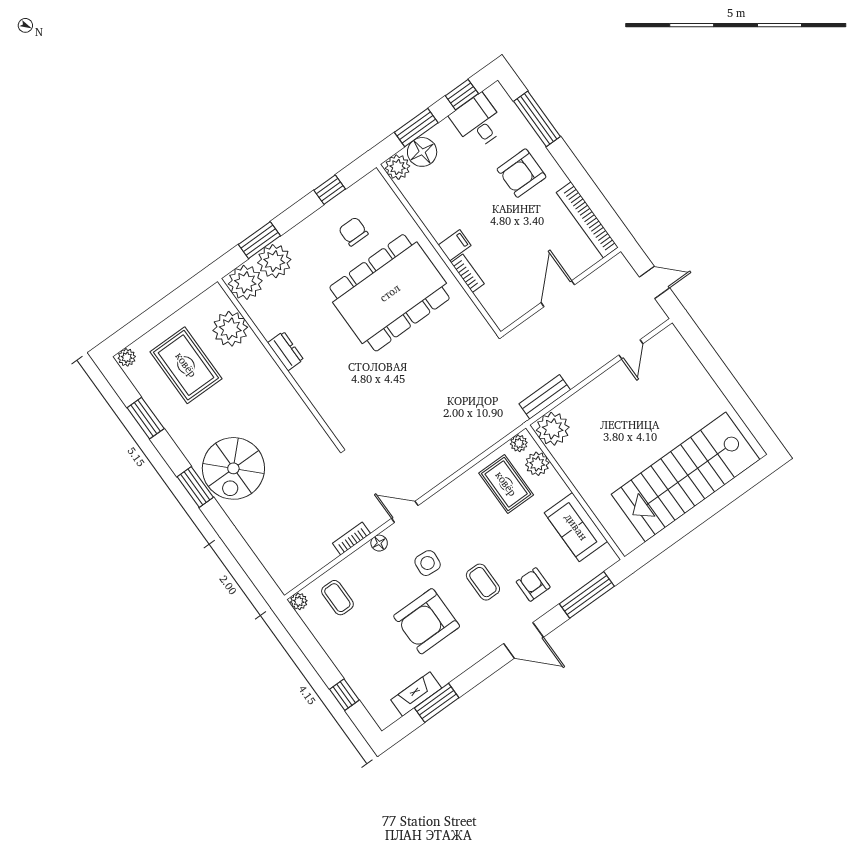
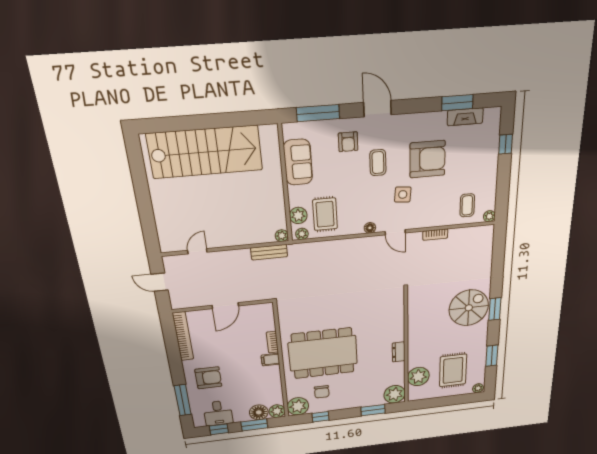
plant: (274, 261) -> (298, 406), moved
plant: (553, 429) -> (282, 236), width x0.53, depth x0.53
floor lamp: (379, 543) -> (370, 228), moved

